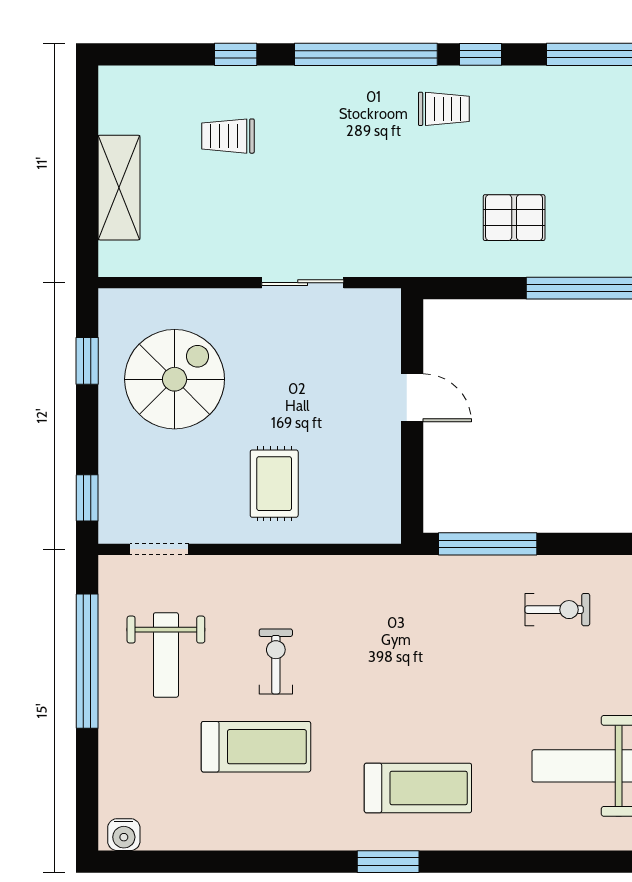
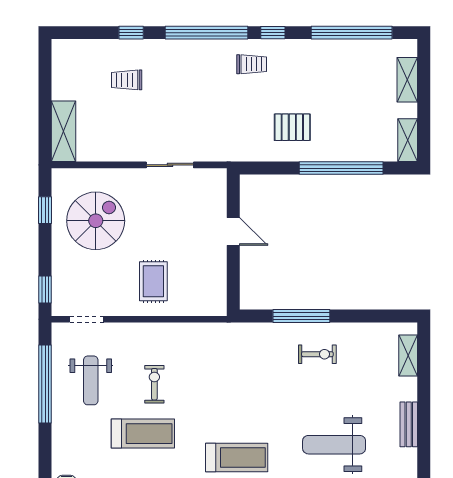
shelving: (119, 188) -> (64, 131), moved
window: (488, 544) -> (301, 316), moved

